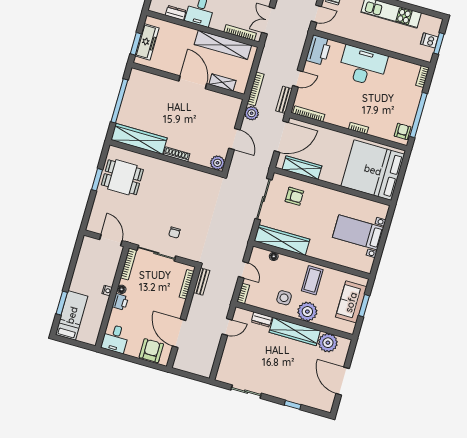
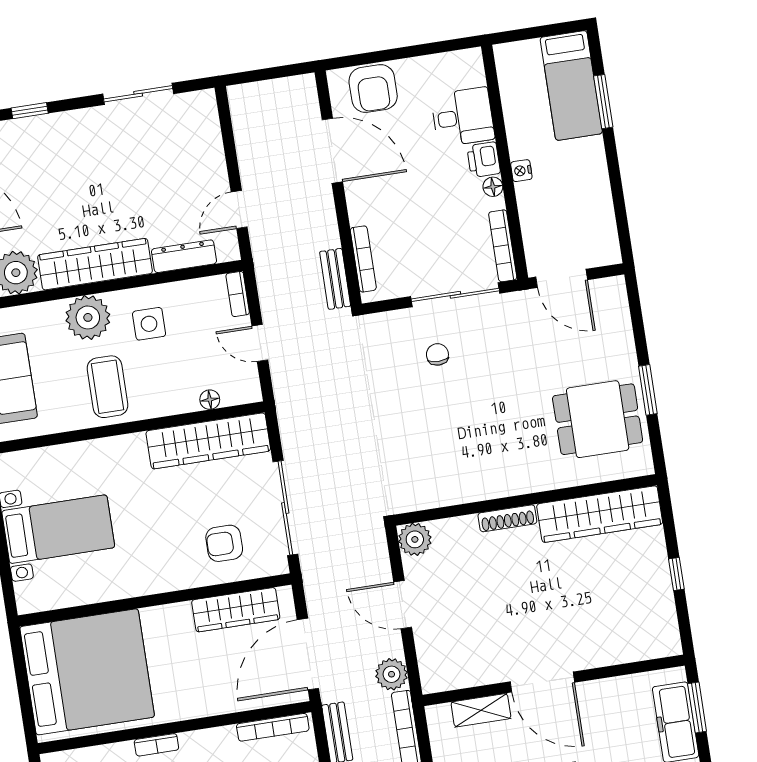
window: (119, 101) -> (676, 574), width x0.32
dresser: (262, 319) -> (184, 256), width x1.44
desk: (115, 339) -> (463, 117), moved, turned 90

